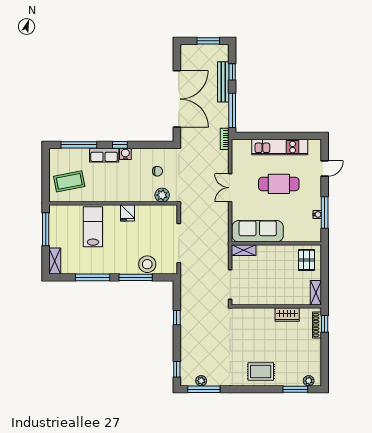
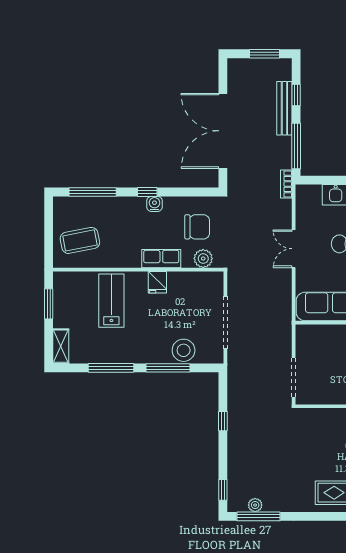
double door: (177, 99) -> (223, 131), swing flipped
row of seats: (104, 155) -> (161, 259), moved, turned 180
chair: (157, 171) -> (197, 227), width x1.87, depth x1.87
window: (46, 229) -> (49, 304), width x0.69
shelving: (244, 250) -> (312, 332), removed

